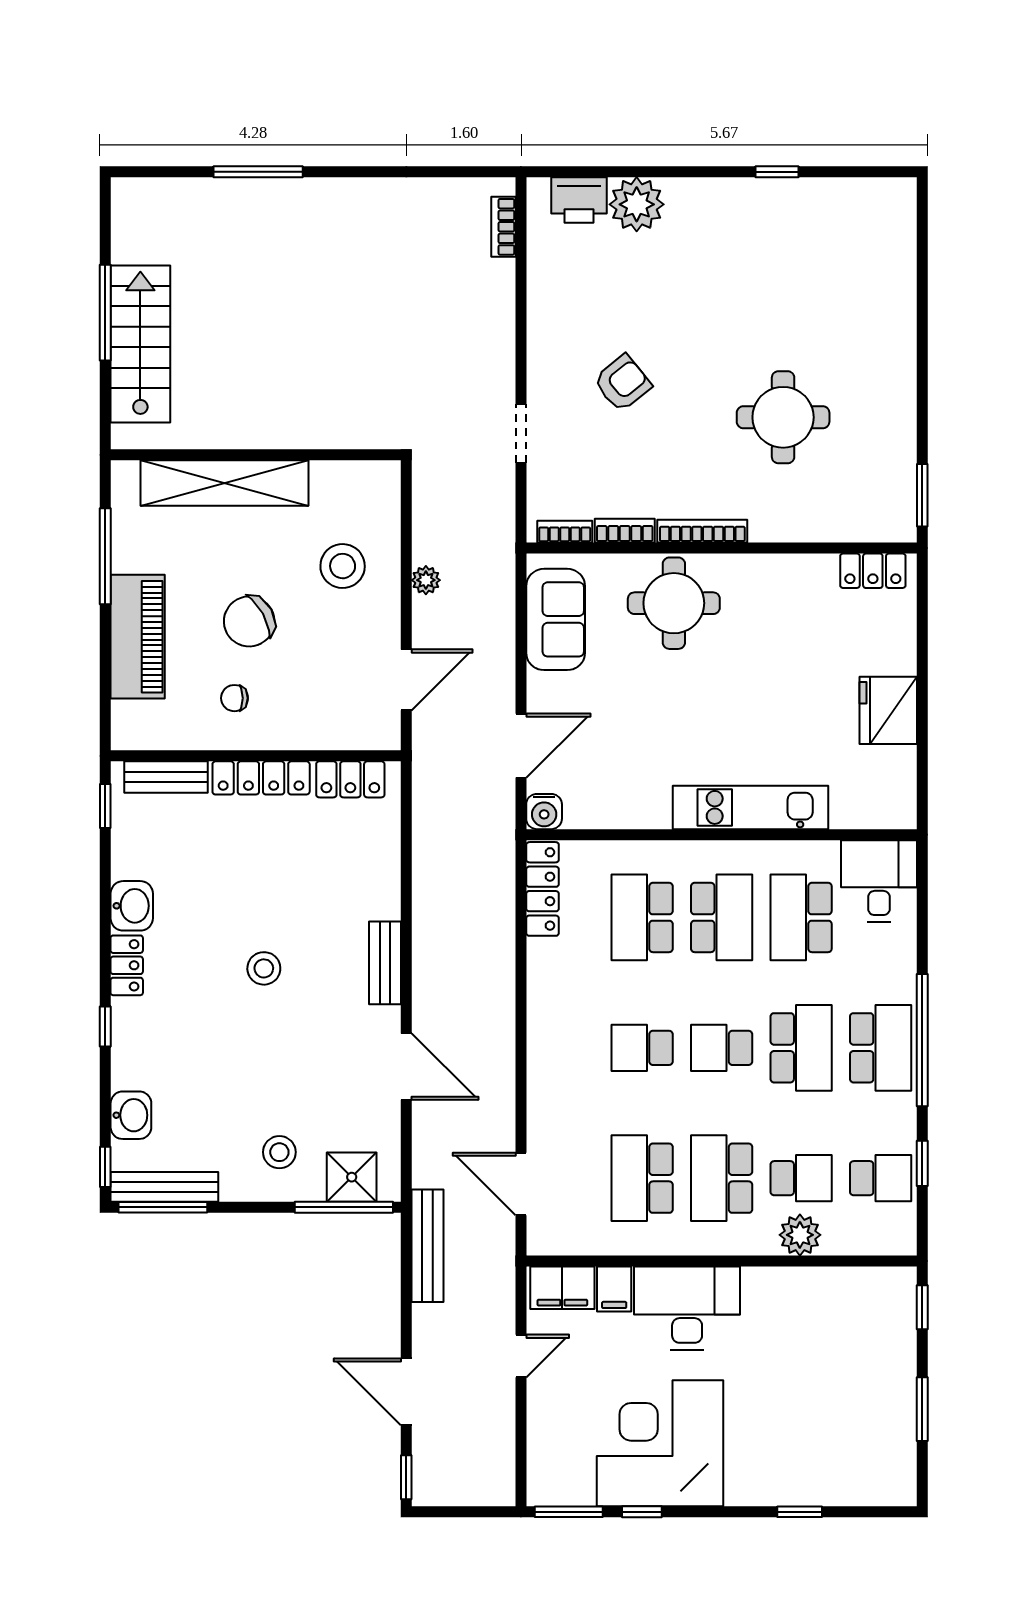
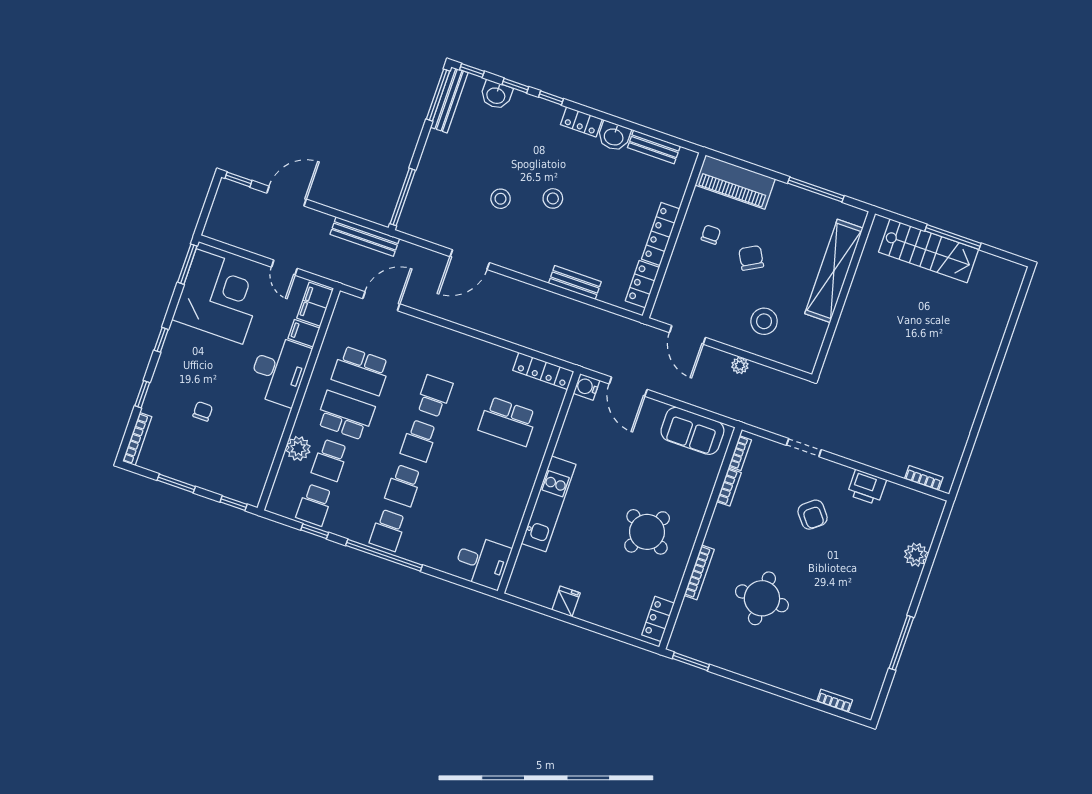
window: (258, 172) -> (1003, 351), removed
window: (777, 172) -> (901, 643), width x2.17
printer: (579, 200) -> (867, 487), moved, turned -90
plant: (637, 204) -> (916, 555), width x0.73, depth x0.73
bookcase: (906, 246) -> (835, 701), added
bookcase: (702, 531) -> (699, 572), moved
round table: (674, 603) -> (647, 532), moved, turned 30
chair: (249, 621) -> (751, 258), width x0.73, depth x0.73
piano: (138, 637) -> (735, 182), moved
fridge: (888, 710) -> (566, 601), width x0.53, depth x0.75
bench: (166, 777) -> (654, 147), moved, turned 90
window: (105, 806) -> (515, 86), moved
school desk: (642, 917) -> (508, 421), turned 180
school desk: (722, 917) -> (492, 466), removed
school desk: (801, 917) -> (477, 511), removed
bench: (385, 963) -> (575, 283), moved
school desk: (722, 1048) -> (419, 441), turned 180
school desk: (801, 1048) -> (403, 486), width x0.54
school desk: (881, 1048) -> (388, 530), width x0.54
stool: (279, 1152) -> (501, 199), moved
shower: (352, 1177) -> (418, 207), removed
school desk: (642, 1178) -> (361, 371), turned 180
chair: (794, 1407) -> (203, 411), added
corner desk: (660, 1443) -> (219, 296), moved
bookcase: (873, 1495) -> (137, 439), added
window: (642, 1512) -> (161, 340), moved

